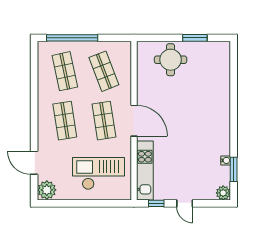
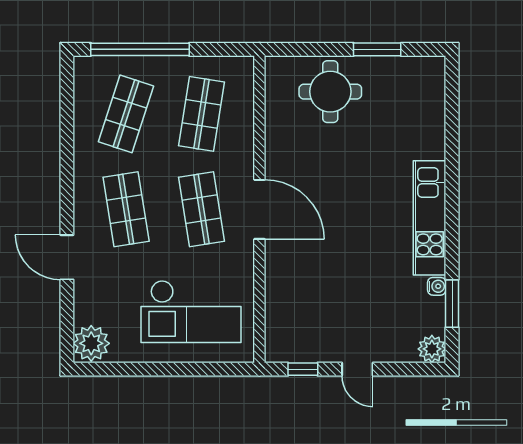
shop shelf: (65, 71) -> (126, 114), turned 30
shop shelf: (104, 71) -> (201, 114), turned 30
door: (34, 163) -> (67, 257), moved
kitchen unit: (145, 170) -> (430, 218), moved, turned 180
checkout: (98, 173) -> (191, 311), turned 180

